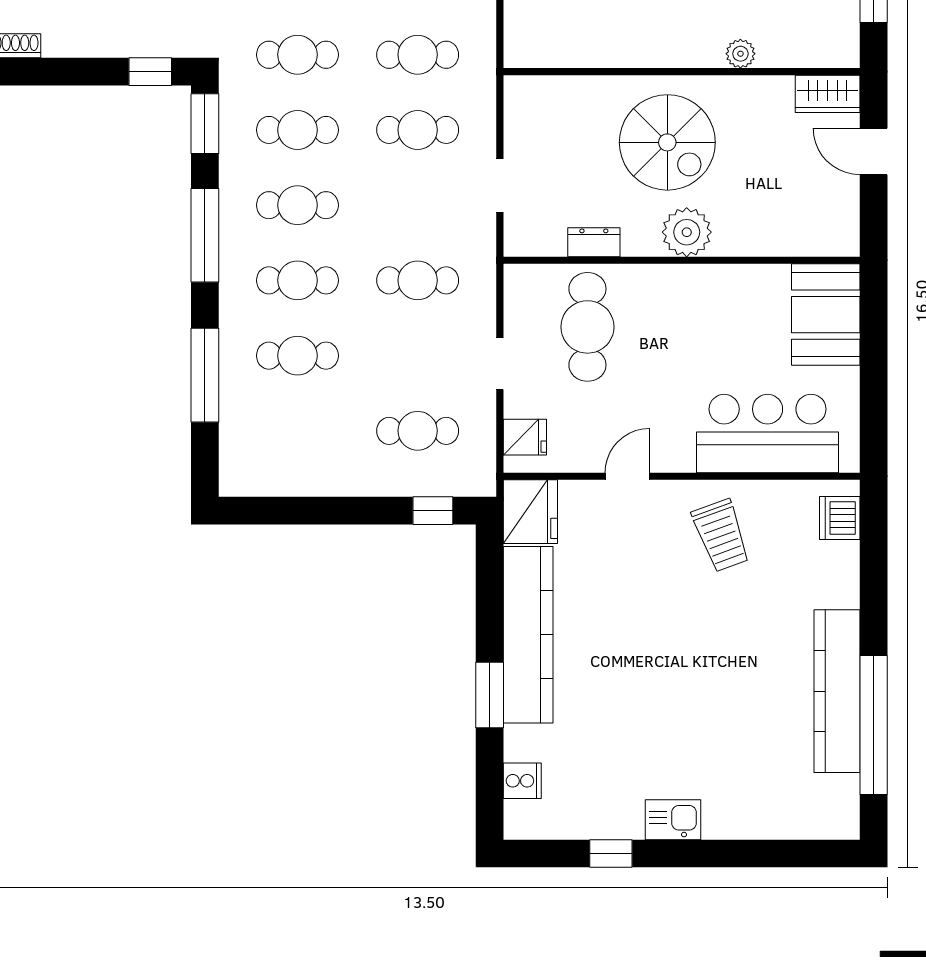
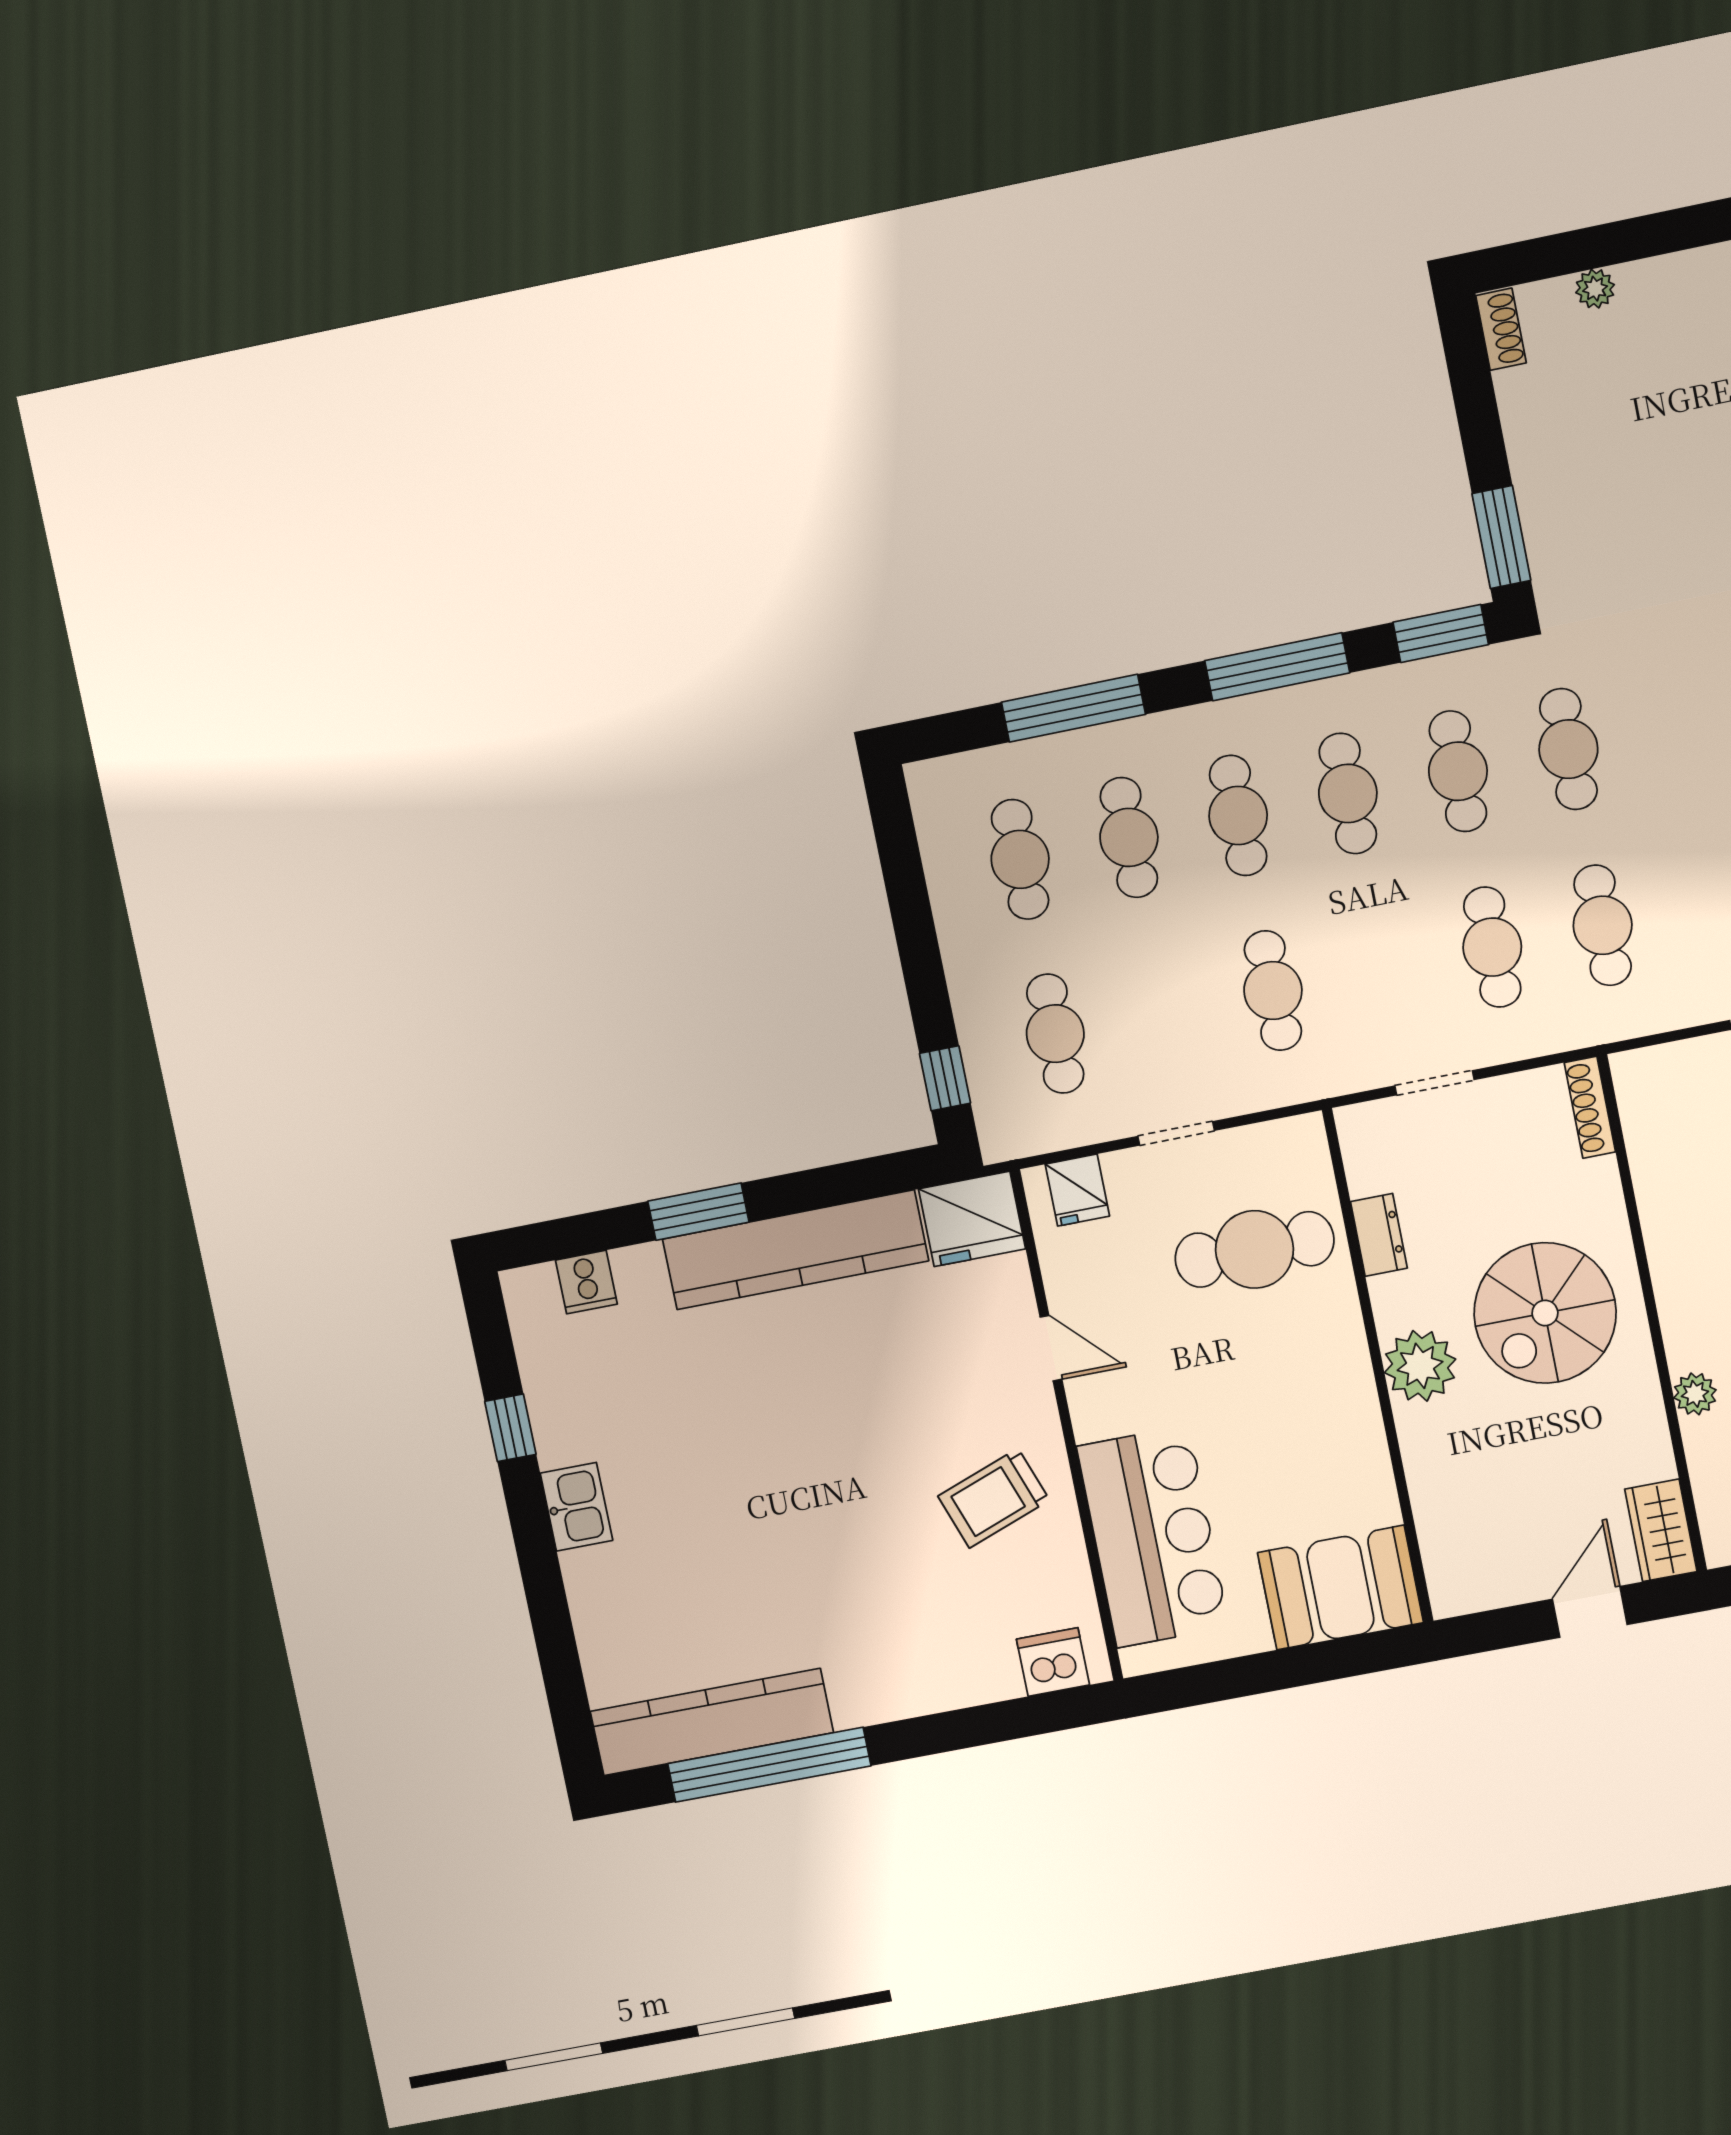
window: (150, 72) -> (1501, 537), width x1.50
shoe rack: (536, 86) -> (1590, 1107), added
cafe table: (297, 431) -> (1020, 859), added
kitchen counter: (837, 691) -> (712, 1722), moved

